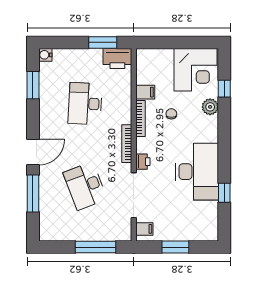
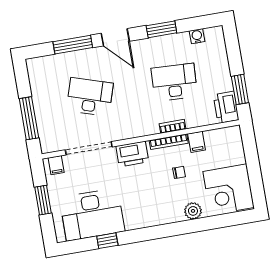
water cooler: (45, 55) -> (197, 36), moved
window: (33, 85) -> (161, 29), moved
window: (224, 89) -> (214, 222), removed
bookcase: (127, 144) -> (172, 126), moved, width x0.64
printer: (143, 162) -> (132, 154), width x1.87, depth x1.48
desk: (197, 172) -> (92, 215), moved
desk: (85, 186) -> (90, 97), turned 39

